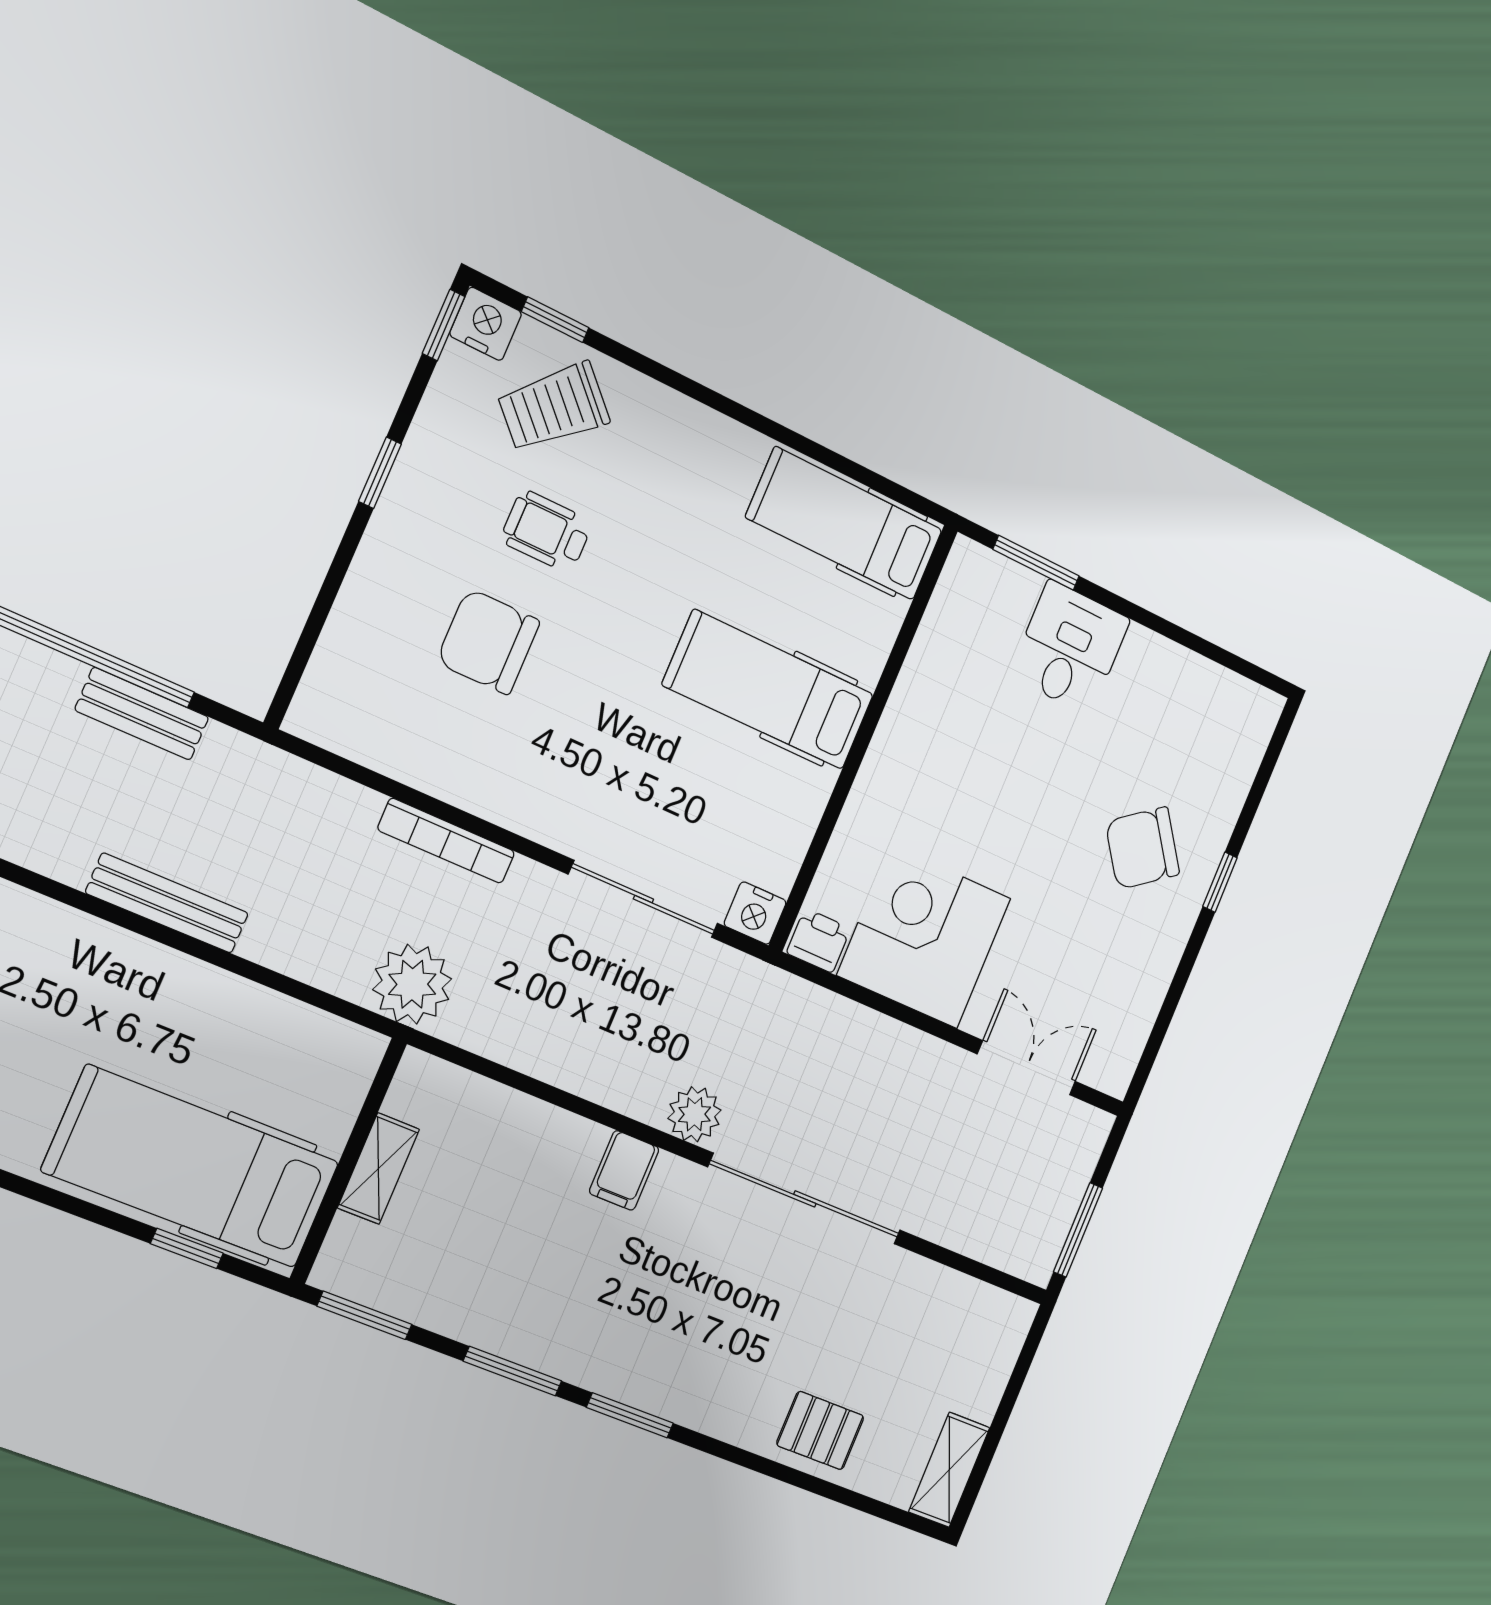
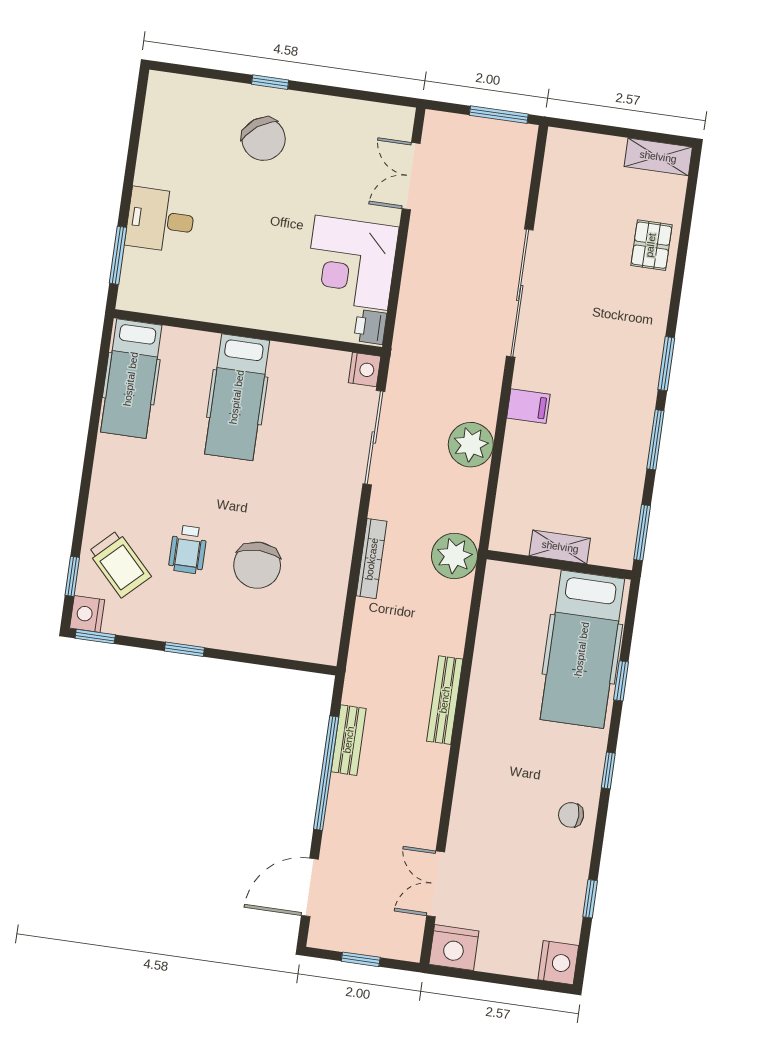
plant: (695, 1114) -> (471, 445), moved, width x1.36, depth x1.36
window: (187, 1248) -> (621, 681), moved

